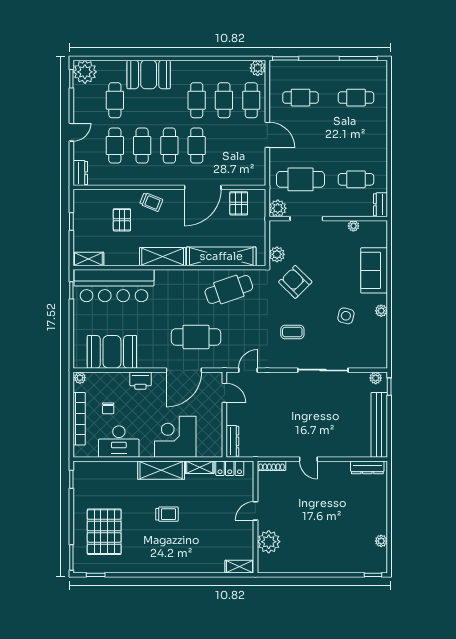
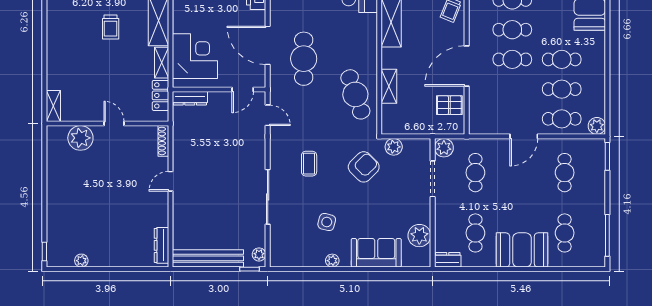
booth: (372, 137) -> (522, 250), added
cafe table: (301, 179) -> (475, 173), width x0.73, depth x0.74
door: (203, 187) -> (467, 66), hinge flipped
plant: (353, 226) -> (419, 236), width x1.87, depth x1.87
shelving: (221, 256) -> (389, 86), width x0.45, depth x0.75
corner desk: (175, 437) -> (195, 56), moved

